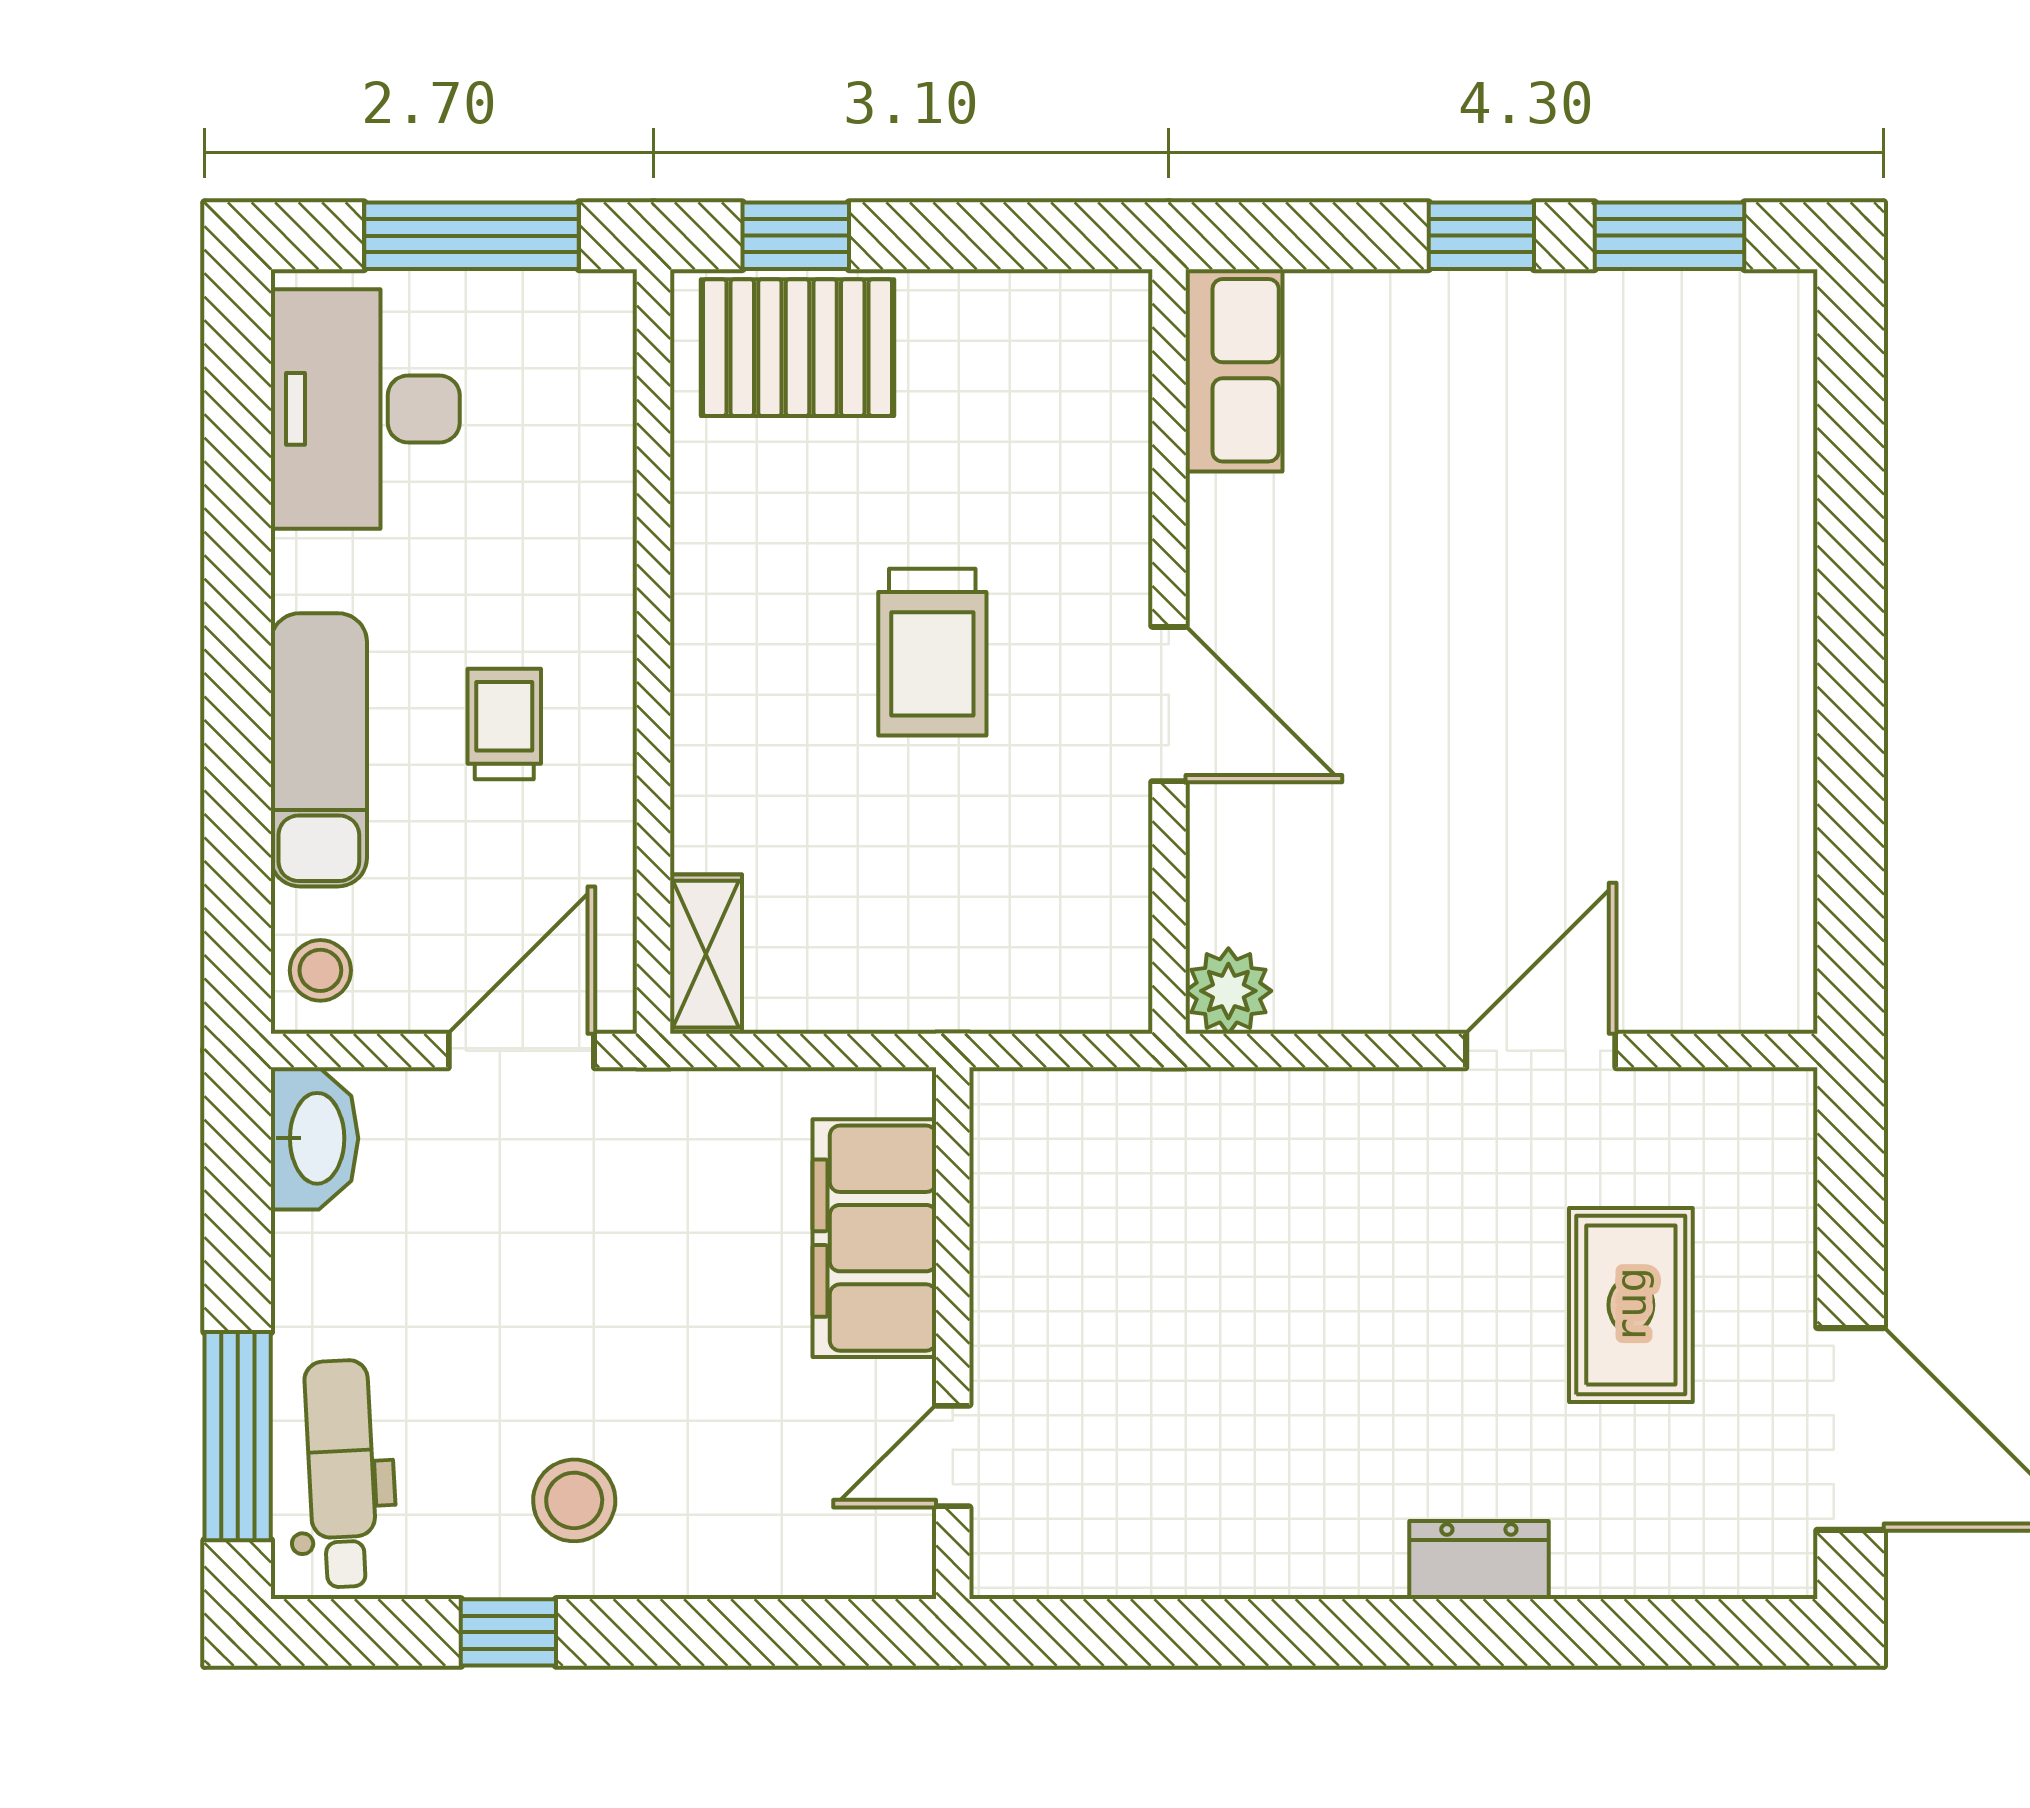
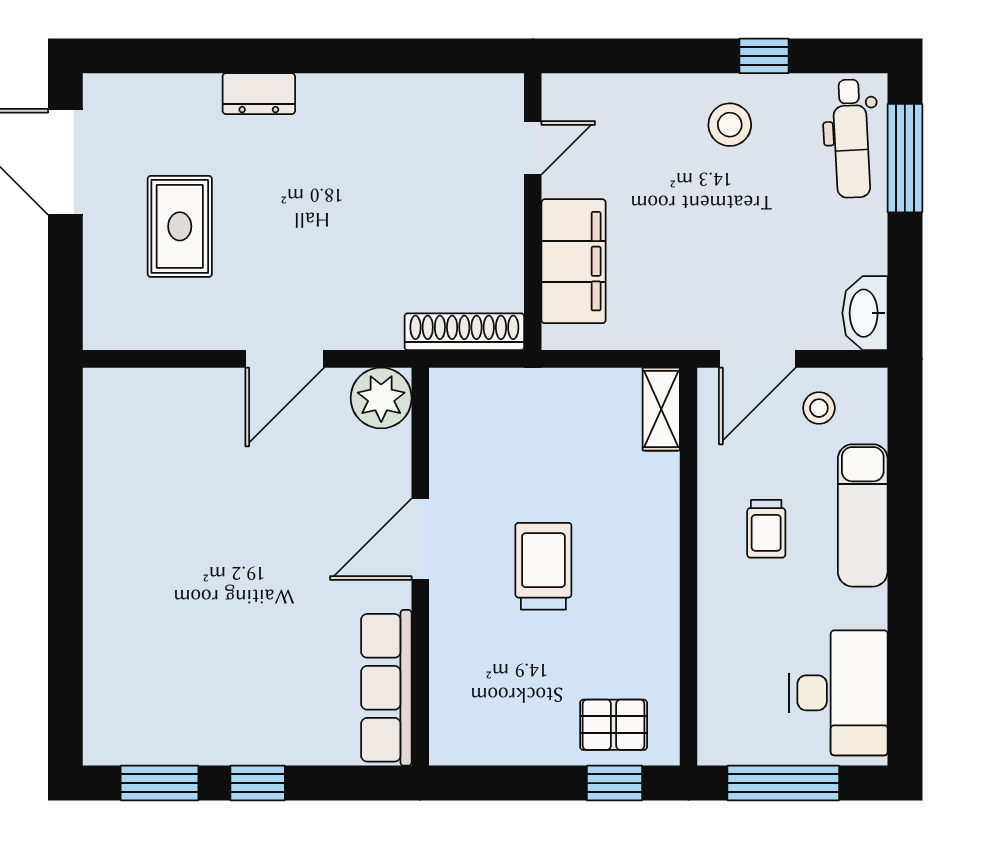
pallet: (797, 348) -> (614, 725), width x0.67, depth x0.71
row of seats: (1234, 370) -> (386, 688), width x1.48
door: (1169, 704) -> (420, 539), hinge flipped
stool: (320, 970) -> (819, 408), moved
plant: (1228, 991) -> (381, 398), width x1.36, depth x1.36
door: (1541, 1051) -> (285, 359), moved
shoe rack: (1084, 1103) -> (464, 332), added

